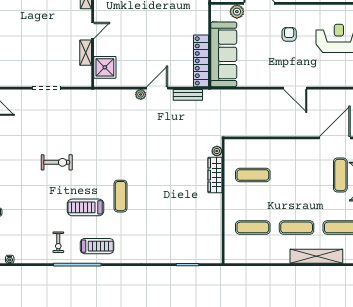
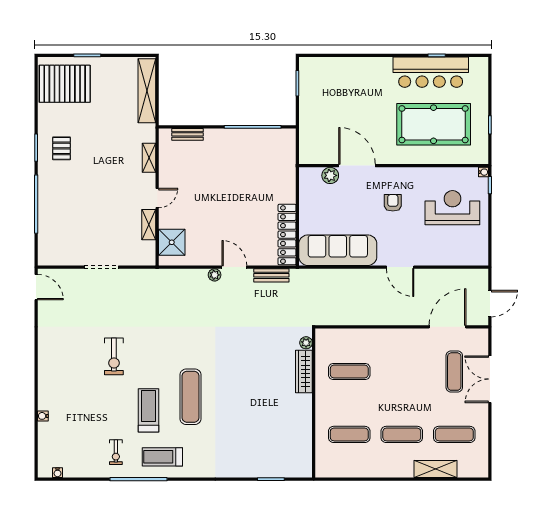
sofa: (224, 54) -> (338, 250), moved, turned -90
door: (157, 88) -> (234, 267), hinge flipped
exercise bike: (57, 162) -> (114, 356), turned 90
exercise mat: (120, 196) -> (190, 397), width x1.36, depth x1.45
treadmill: (86, 207) -> (149, 410), turned 90
treadmill: (97, 246) -> (162, 457), turned 180
shelving: (316, 256) -> (436, 469), width x0.68

